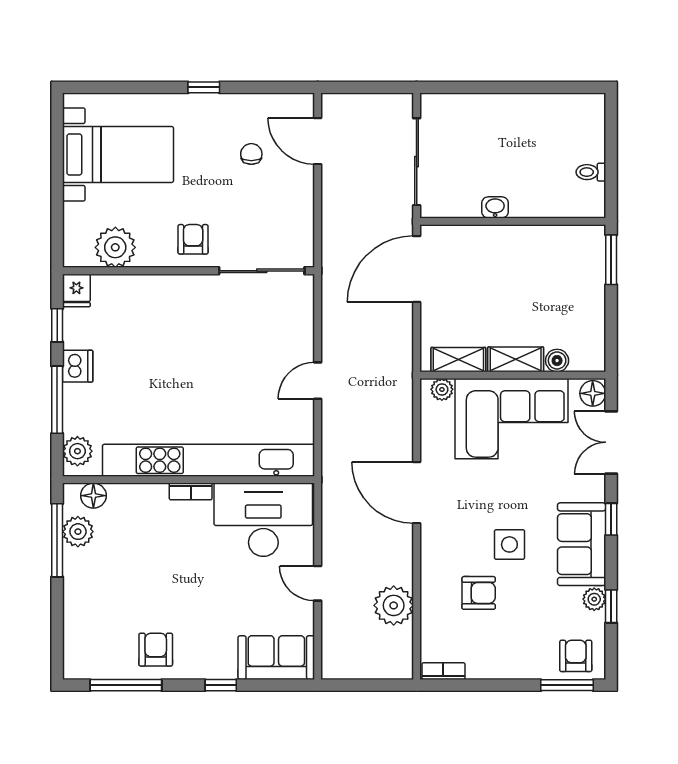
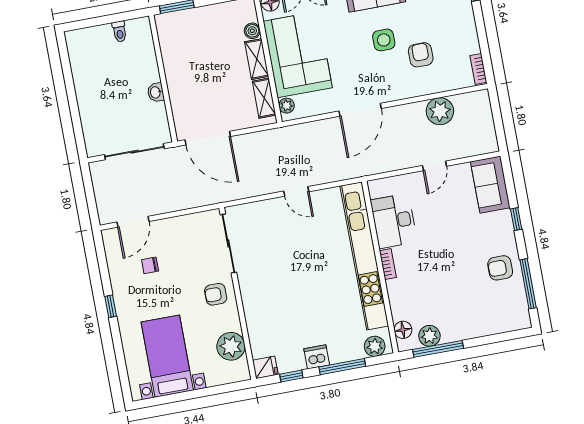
desk: (263, 520) -> (394, 221), width x0.73, depth x0.77

